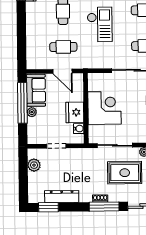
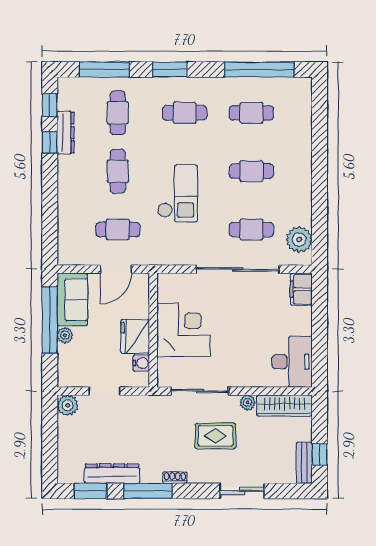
door: (62, 71) -> (116, 269), hinge flipped
plant: (34, 165) -> (68, 405), moved
rug: (125, 173) -> (215, 436), width x0.73, depth x0.70
window: (104, 207) -> (148, 491), moved

